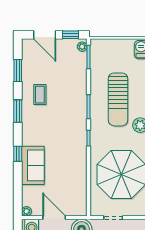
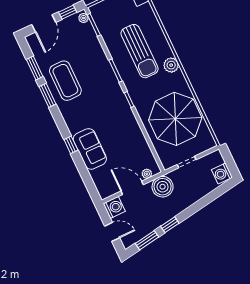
door: (45, 35) -> (44, 23), hinge flipped
coffee table: (40, 95) -> (65, 81), width x1.86, depth x1.72
window: (18, 111) -> (48, 95), moved
plant: (27, 211) -> (147, 174), moved

